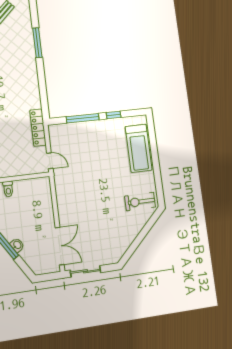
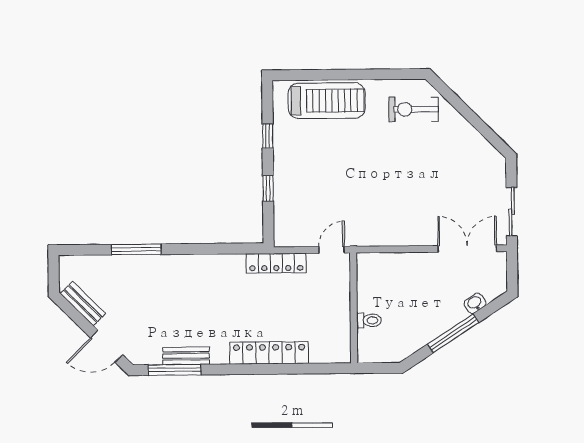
window: (83, 118) -> (268, 188), width x0.46
exercise bike: (140, 202) -> (414, 109), turned 90
washbasin: (17, 245) -> (475, 303), moved

